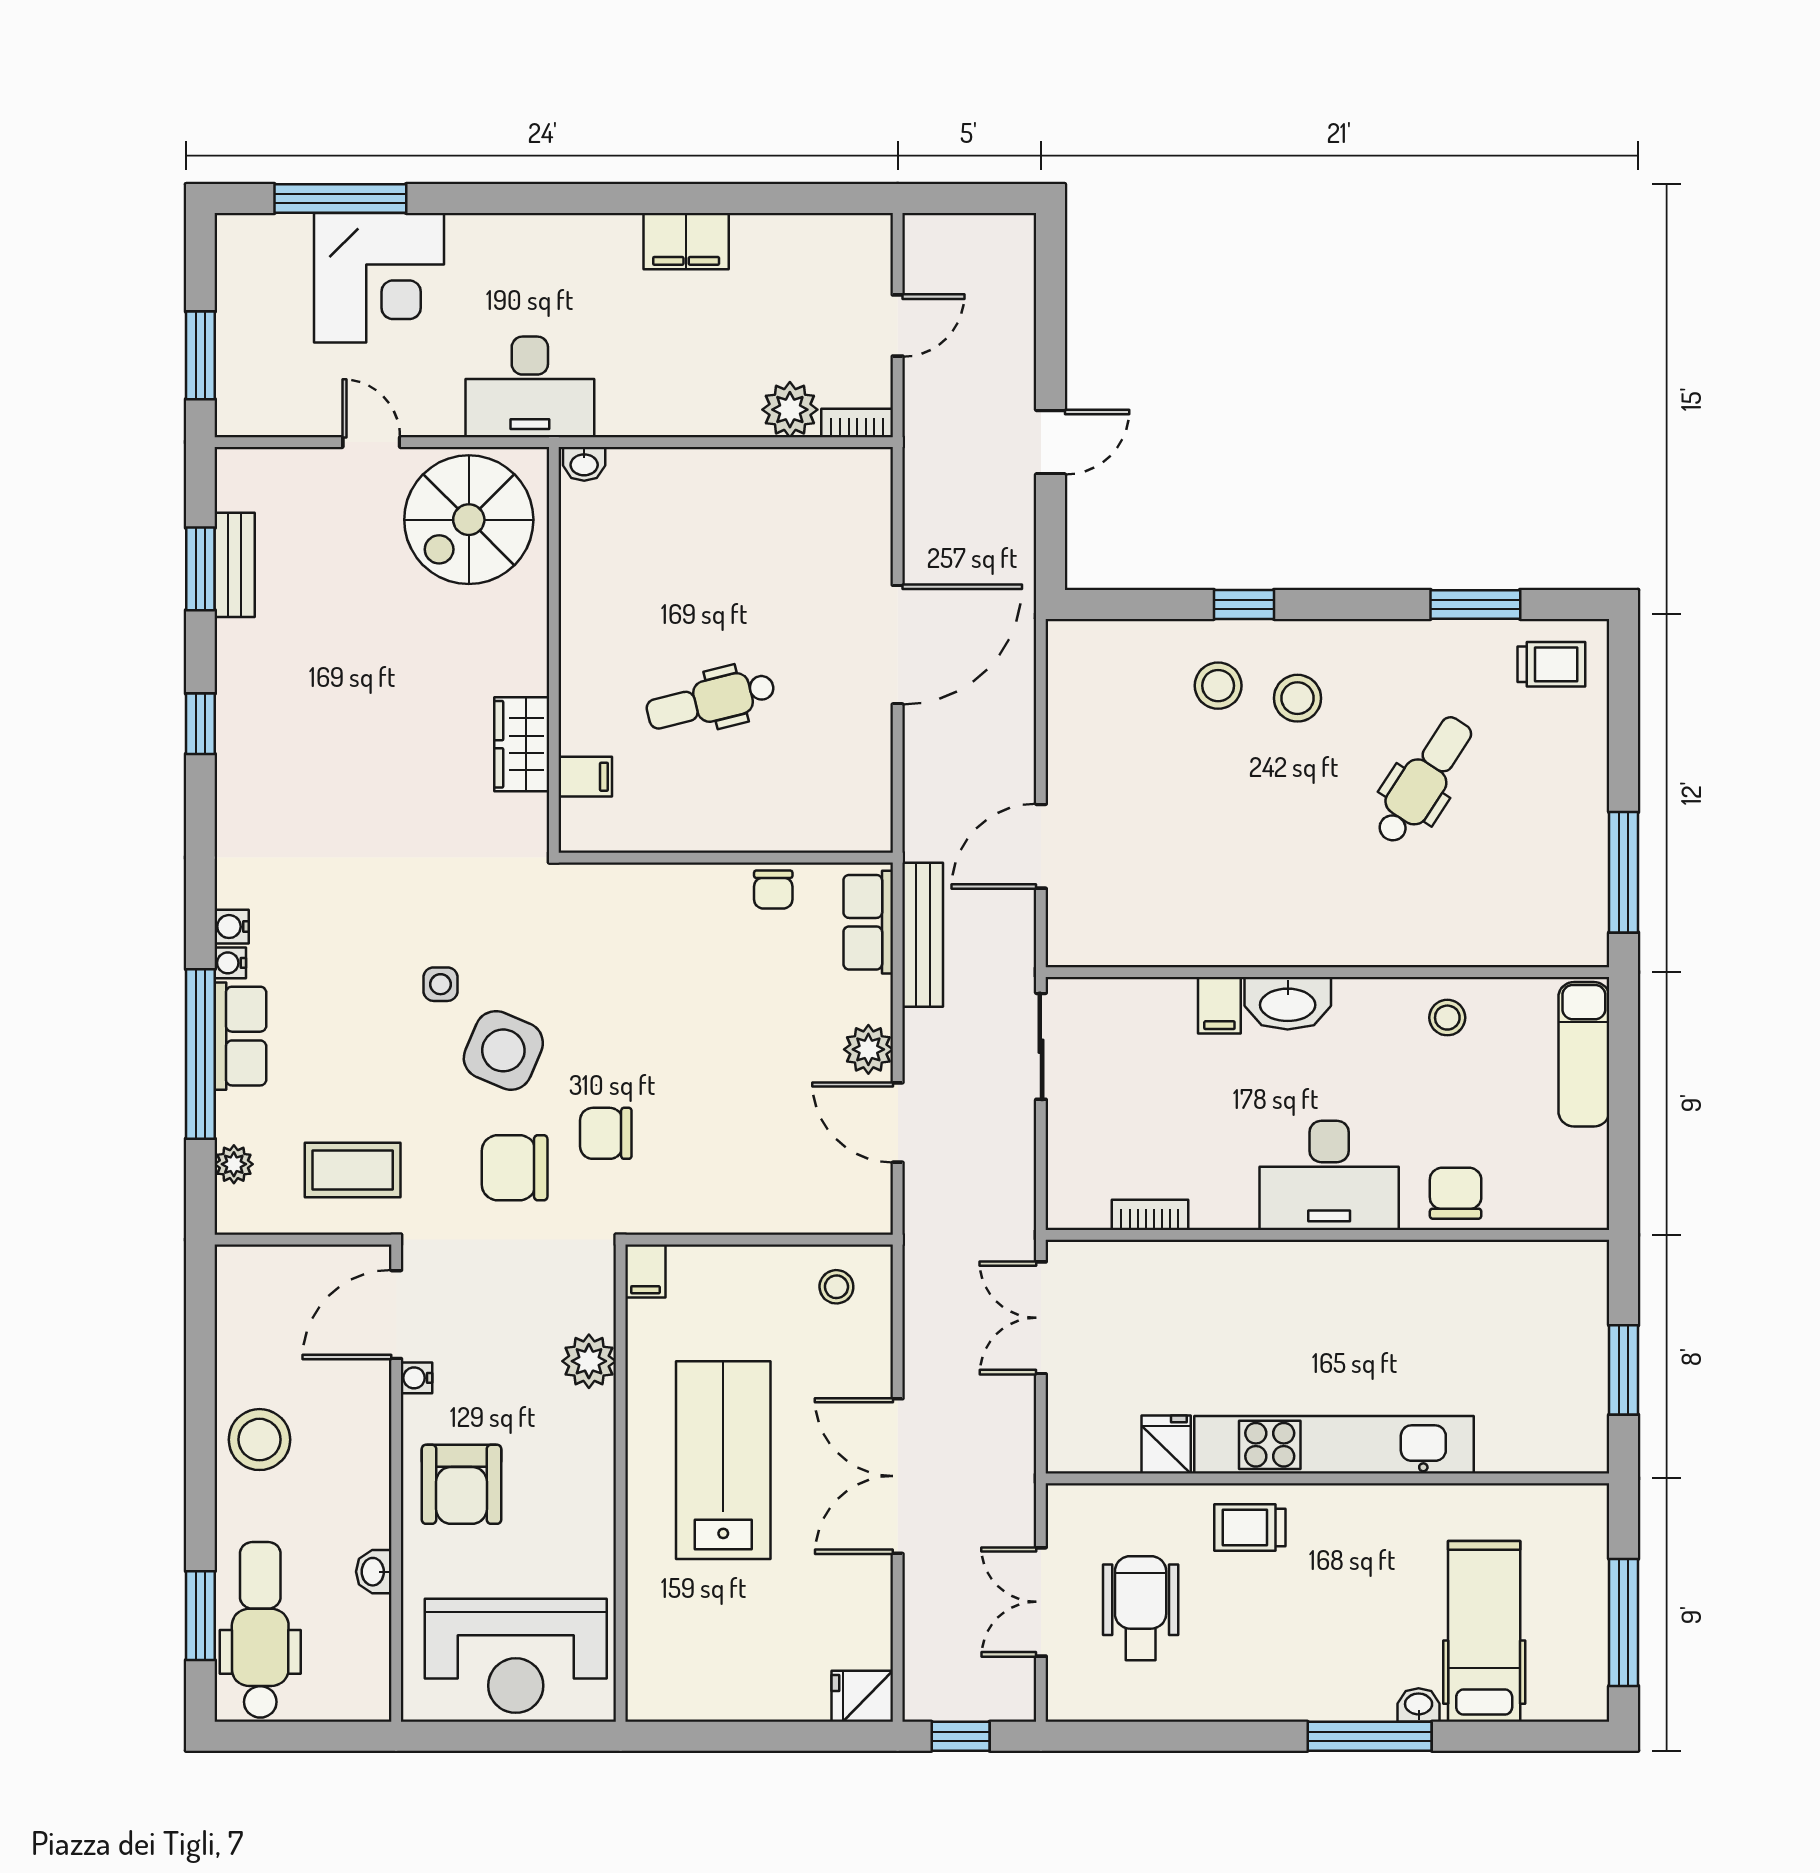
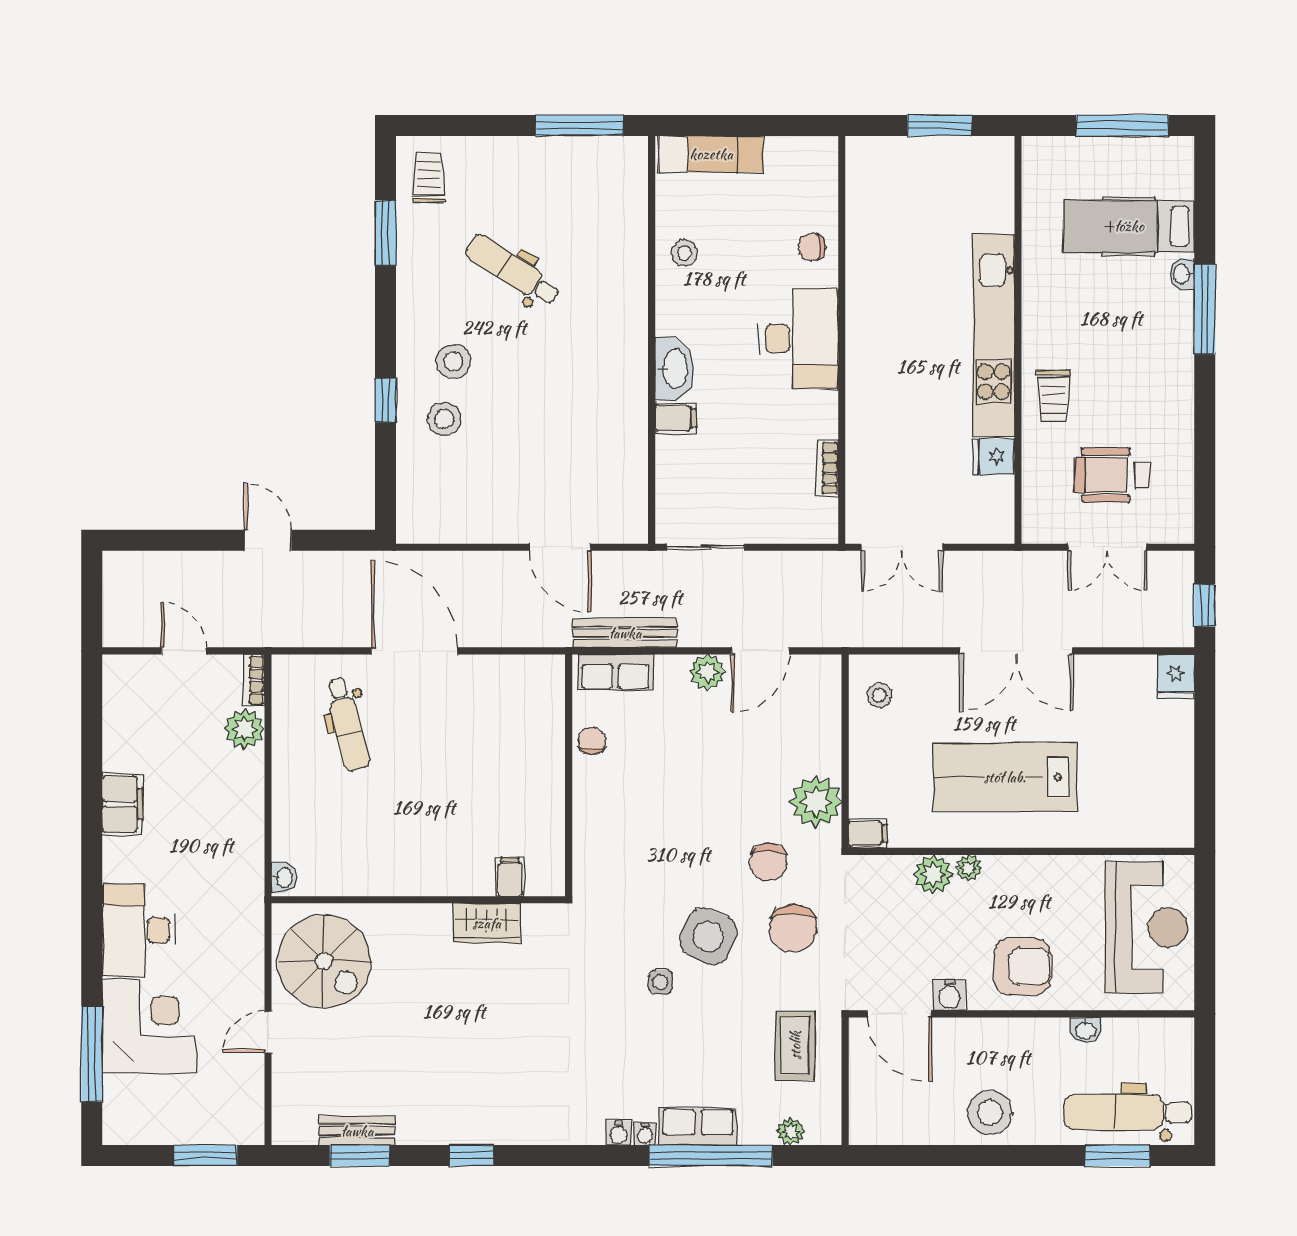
desk: (530, 387) -> (139, 930), moved, turned 180
dental chair: (711, 701) -> (347, 724), moved
chair: (773, 890) -> (592, 741), turned -90
chair: (1456, 1193) -> (812, 247), width x0.73, depth x0.73
plant: (689, 1199) -> (816, 802), added
water cooler: (417, 1378) -> (950, 995), width x1.38, depth x1.38
plant: (598, 1410) -> (968, 868), added

